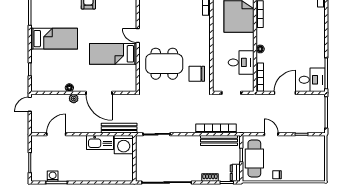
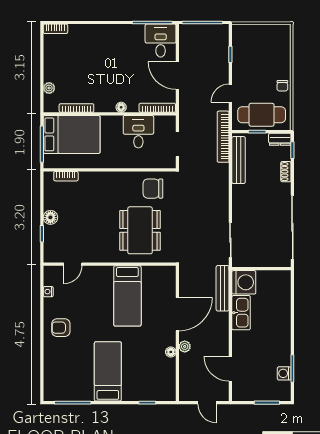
door: (138, 35) -> (73, 264), moved
chair: (197, 74) -> (153, 189), turned 90
door: (30, 104) -> (207, 403), moved
bookcase: (216, 129) -> (223, 137), moved

